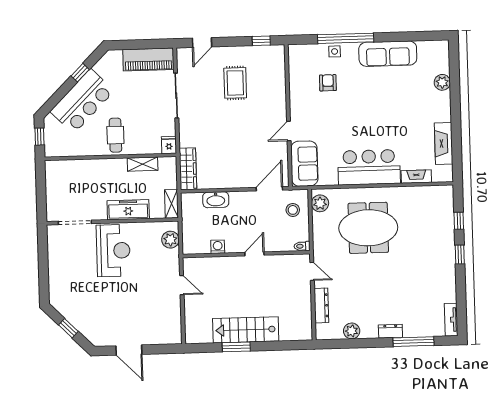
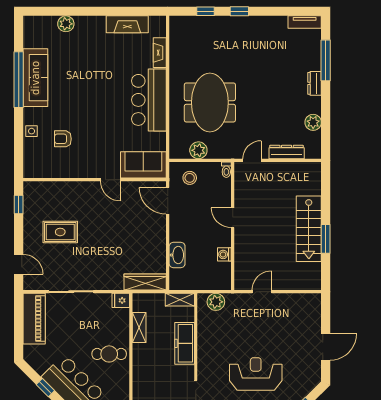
window: (346, 38) -> (19, 80), moved
plant: (320, 203) -> (198, 150), moved
reception desk: (113, 251) -> (256, 374), moved

